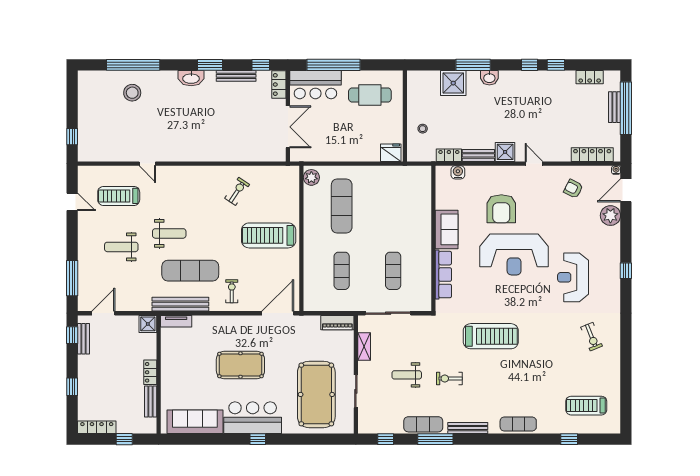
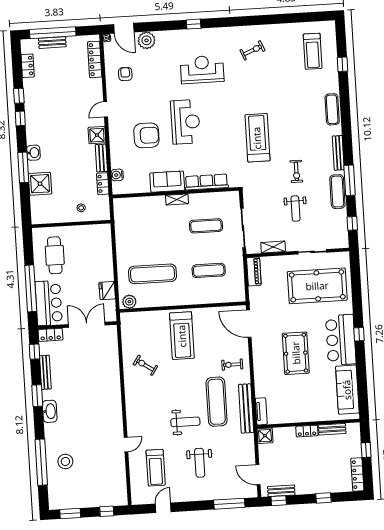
window: (72, 95) -> (70, 513), added
fridge: (391, 153) -> (107, 291), moved
armchair: (573, 189) -> (125, 74), turned 153
weight bench: (169, 233) -> (185, 422), turned 90
shelving: (426, 239) -> (177, 199), added
reception desk: (514, 254) -> (185, 122), width x0.74, depth x0.77
reception desk: (573, 277) -> (202, 69), turned 180

